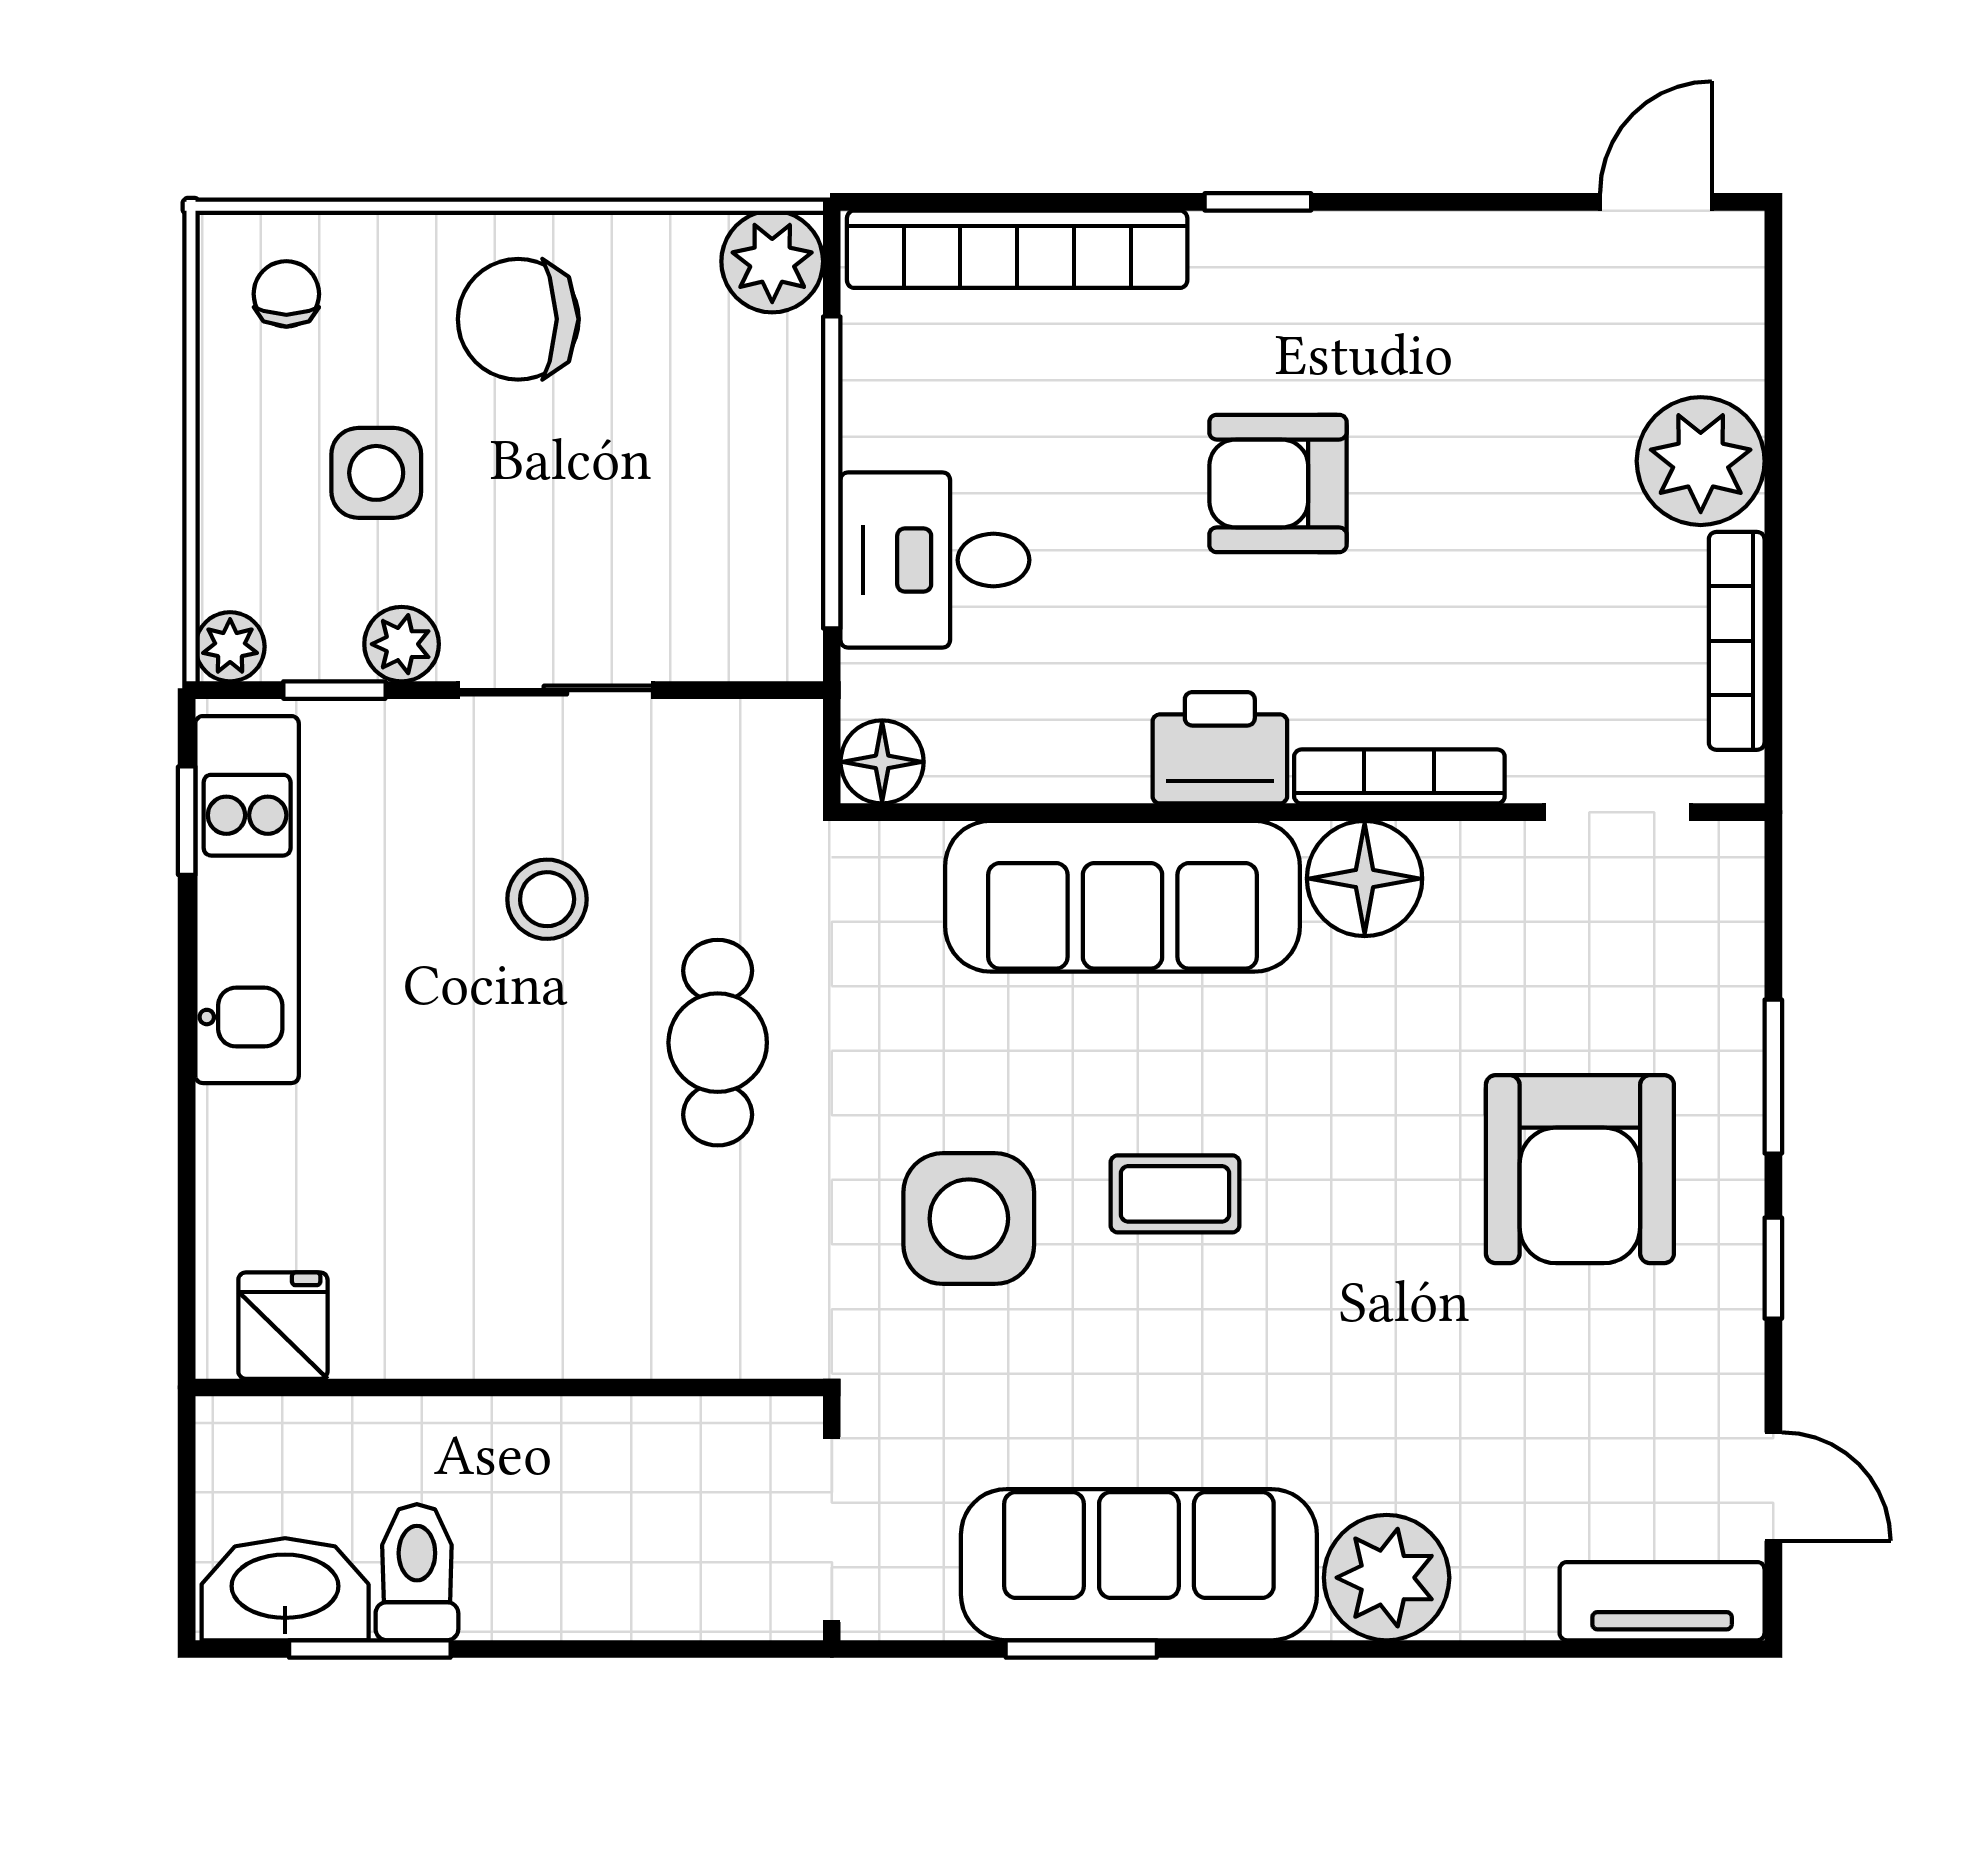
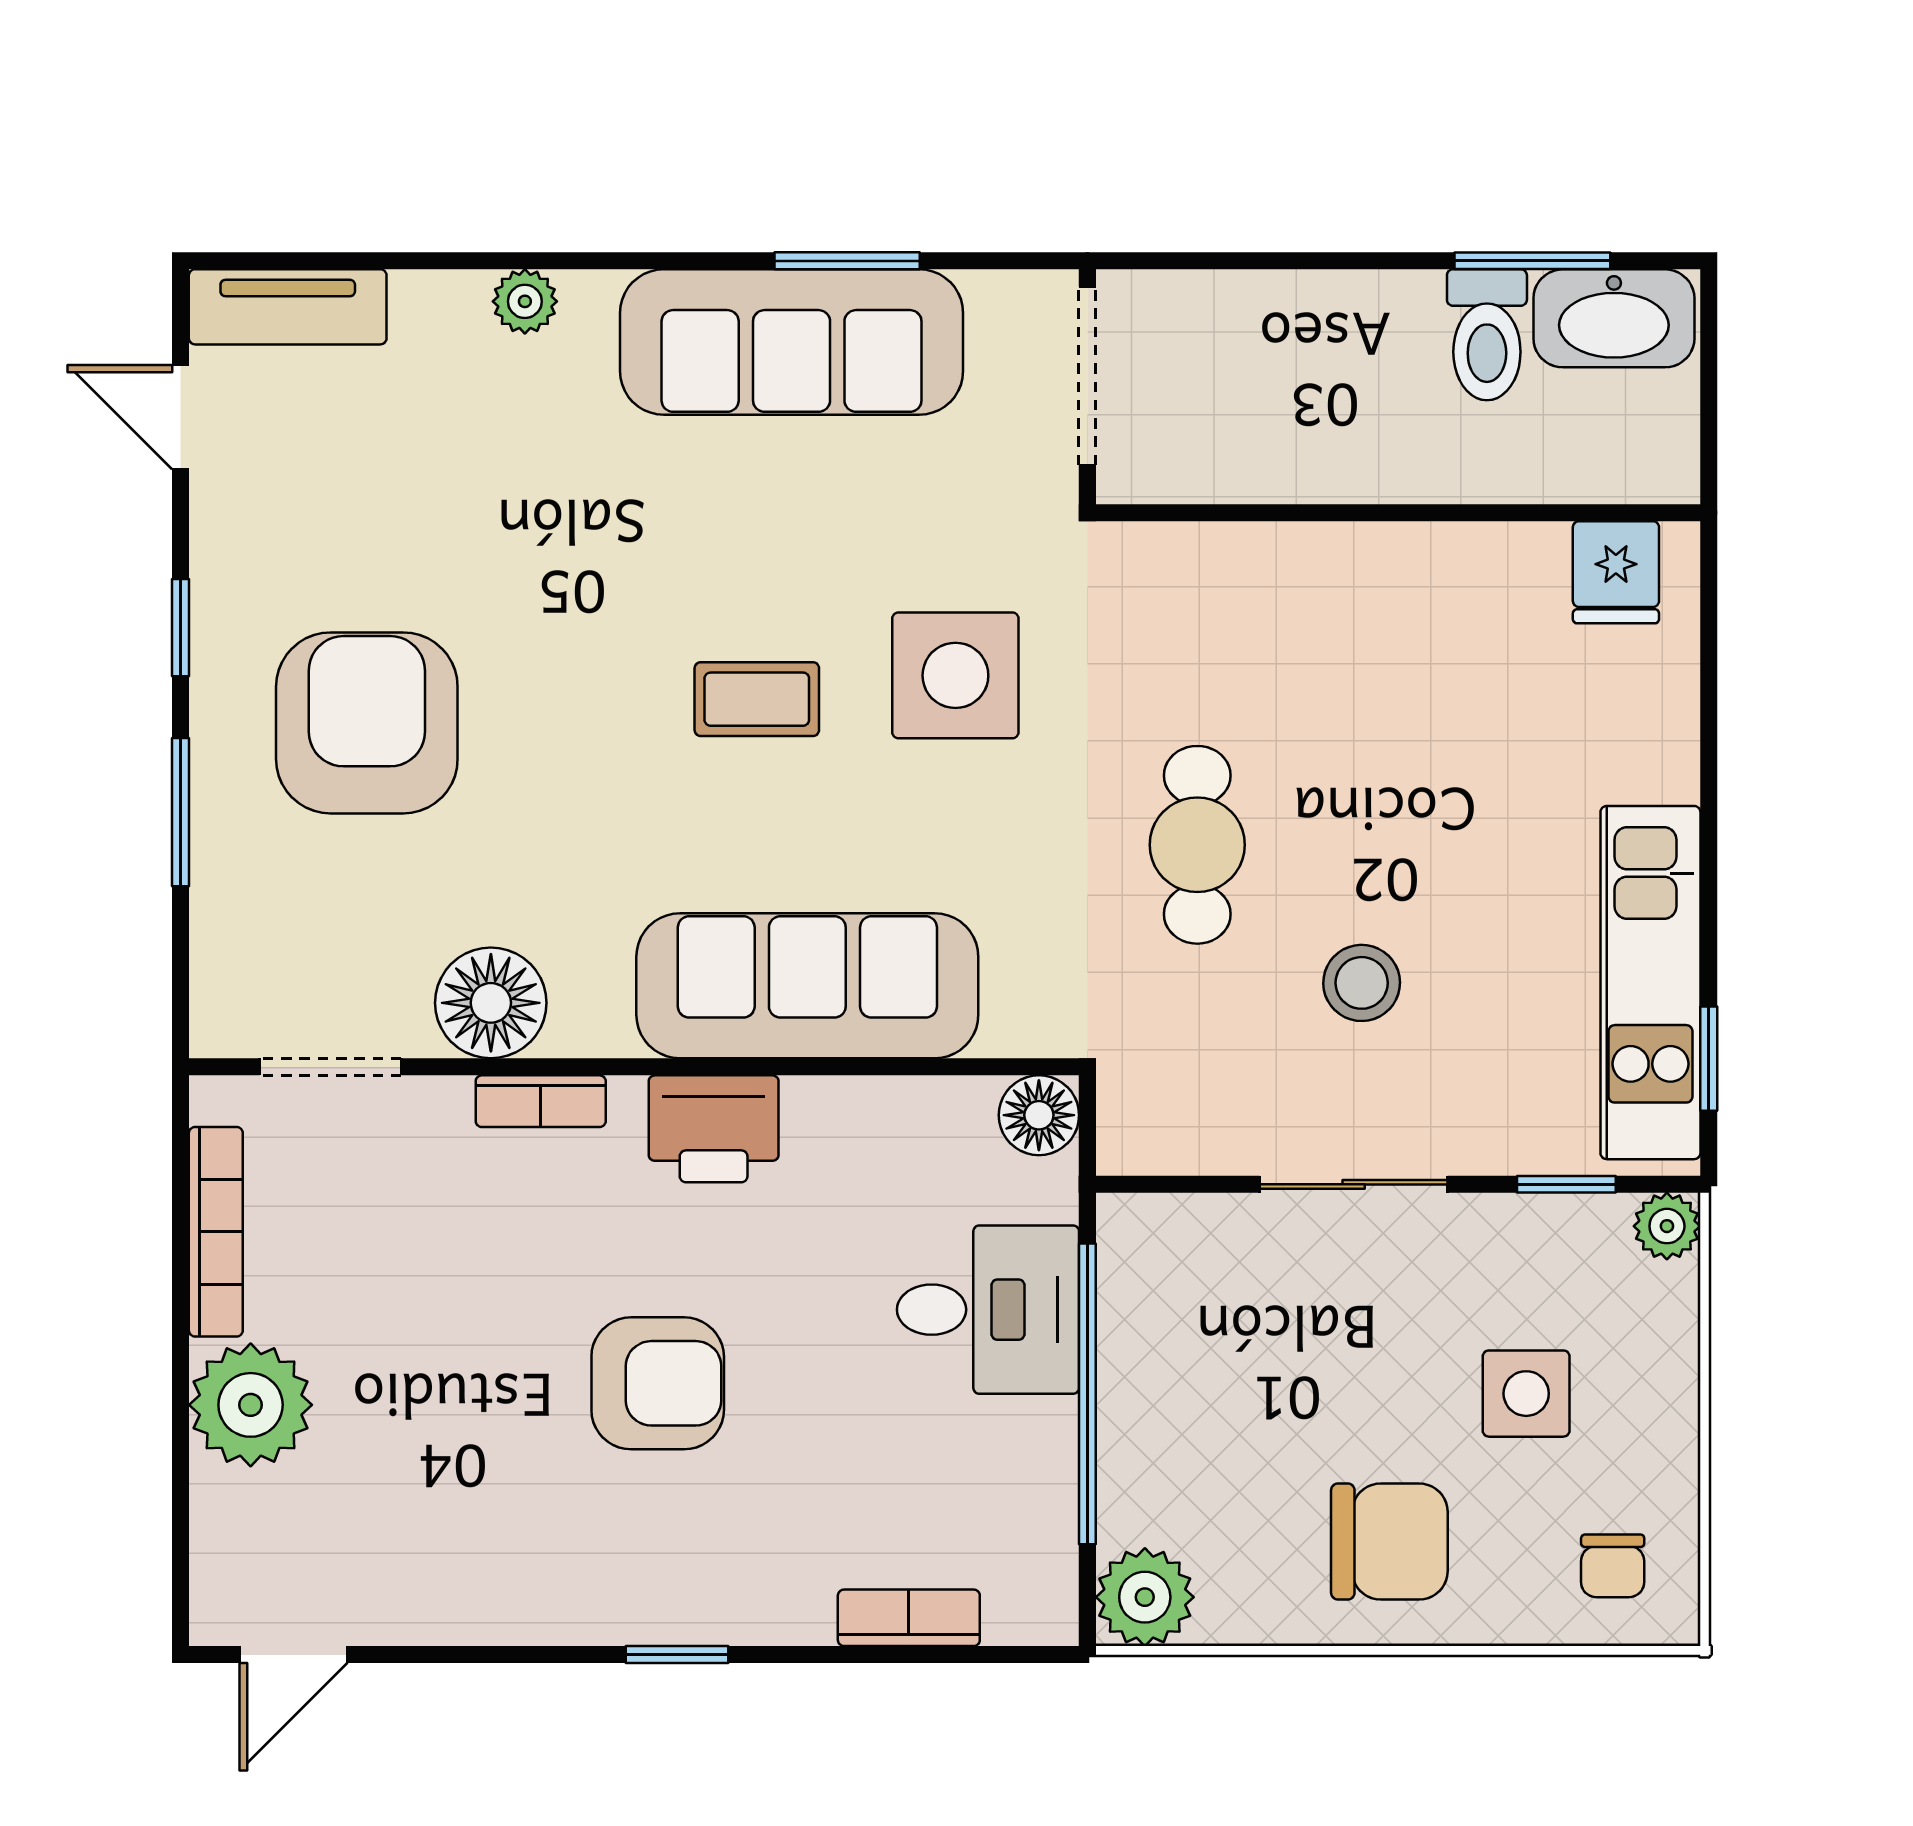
bookcase: (1017, 249) -> (909, 1618), width x0.43, depth x0.76
plant: (402, 644) -> (1502, 1229), removed
bookcase: (1399, 776) -> (541, 1101), width x0.64
floor lamp: (1365, 879) -> (491, 1003), moved
plant: (1387, 1578) -> (525, 301), width x0.53, depth x0.53

